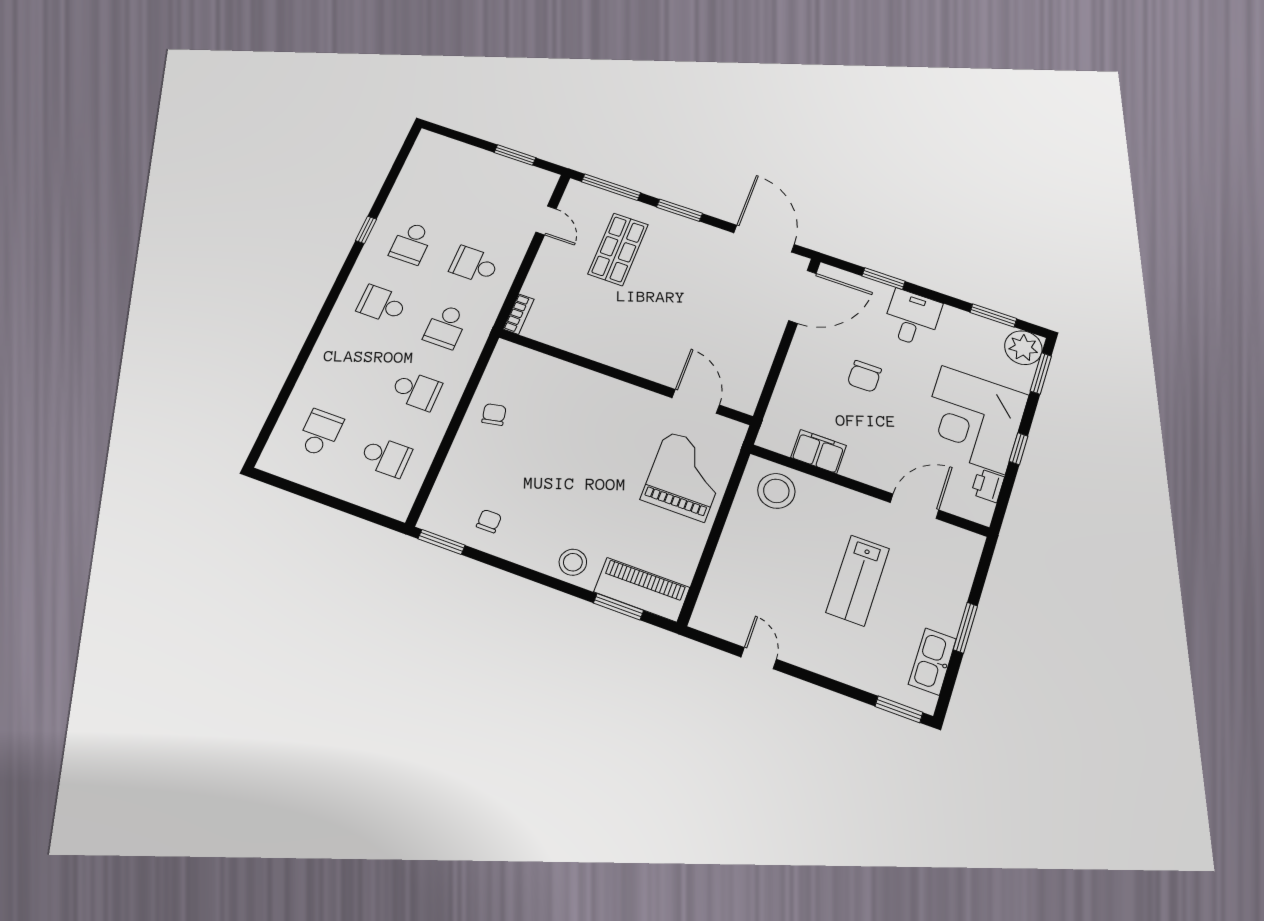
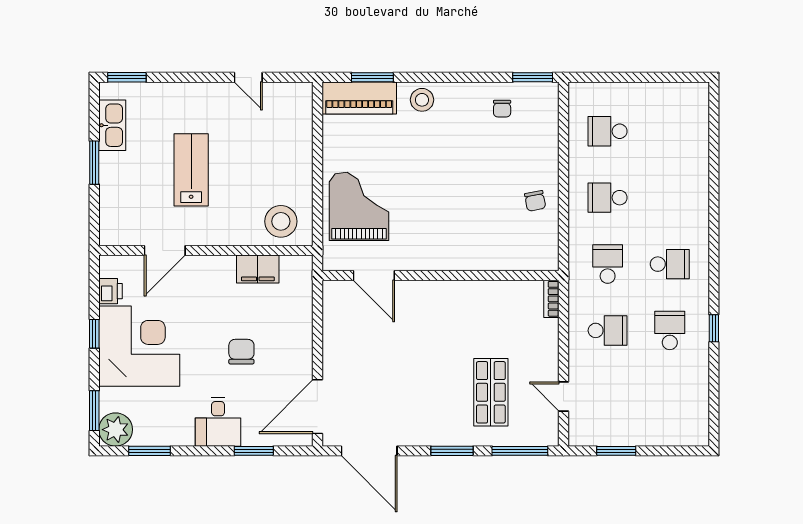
school desk: (320, 433) -> (670, 131), removed
grand piano: (685, 476) -> (359, 206), turned 180

